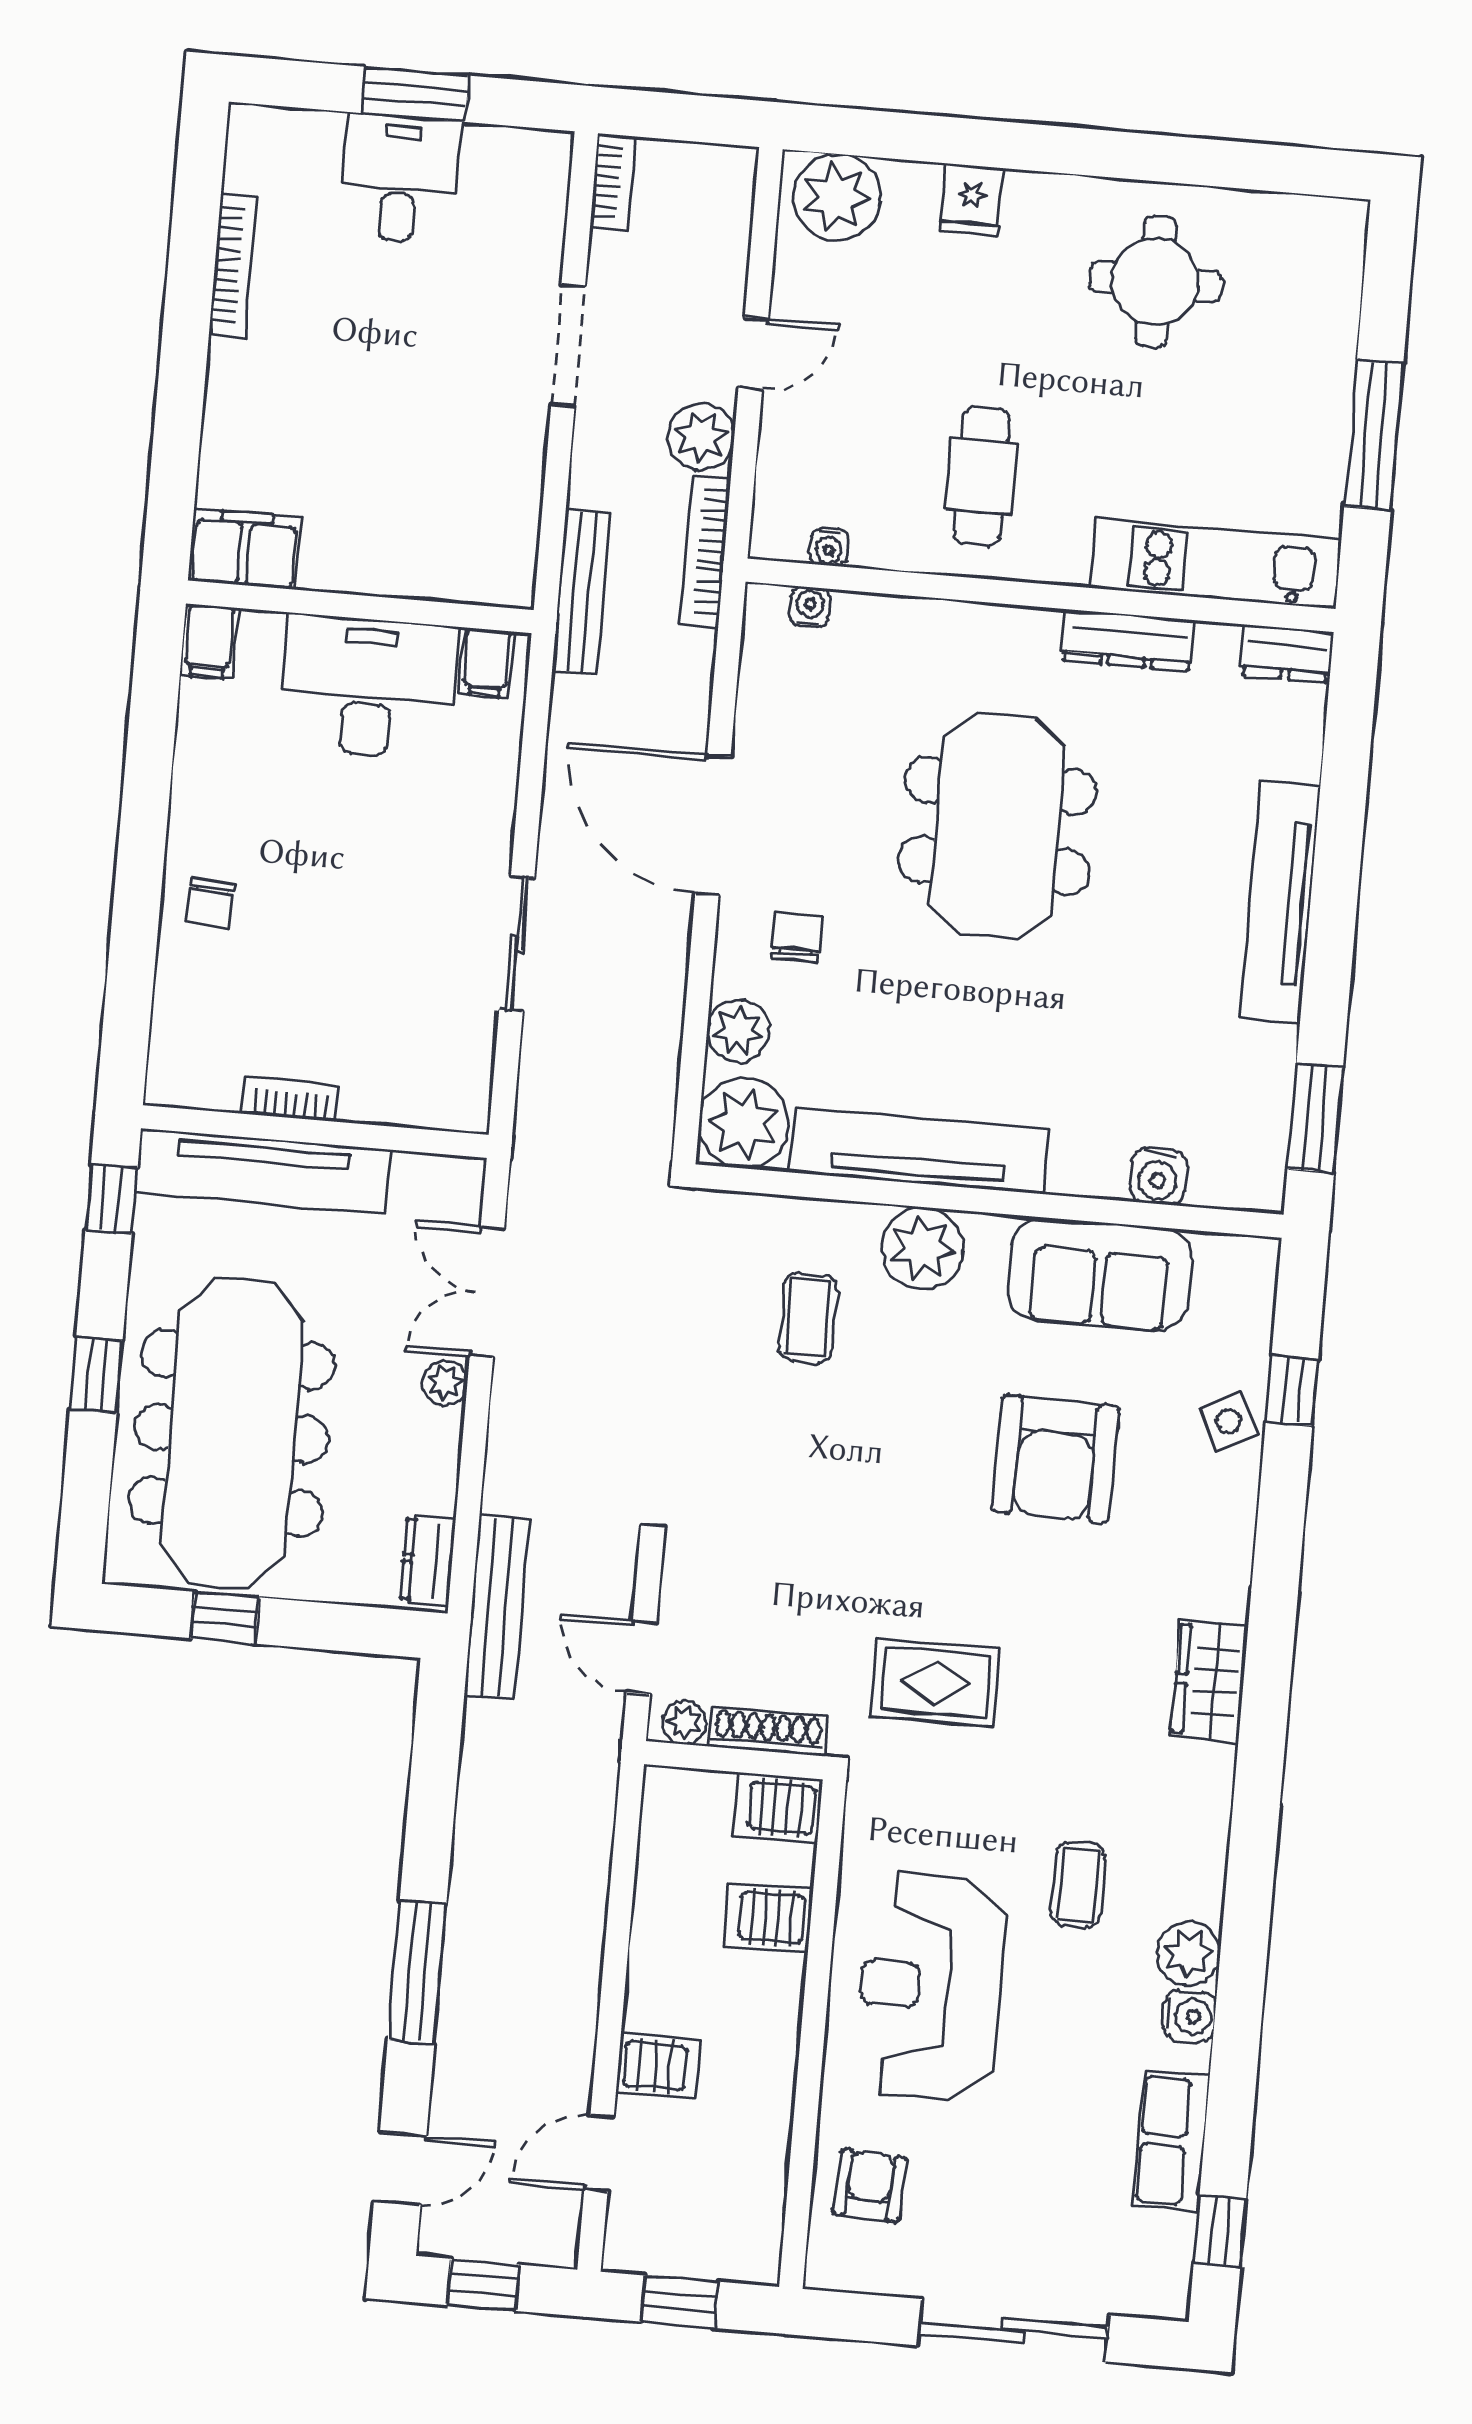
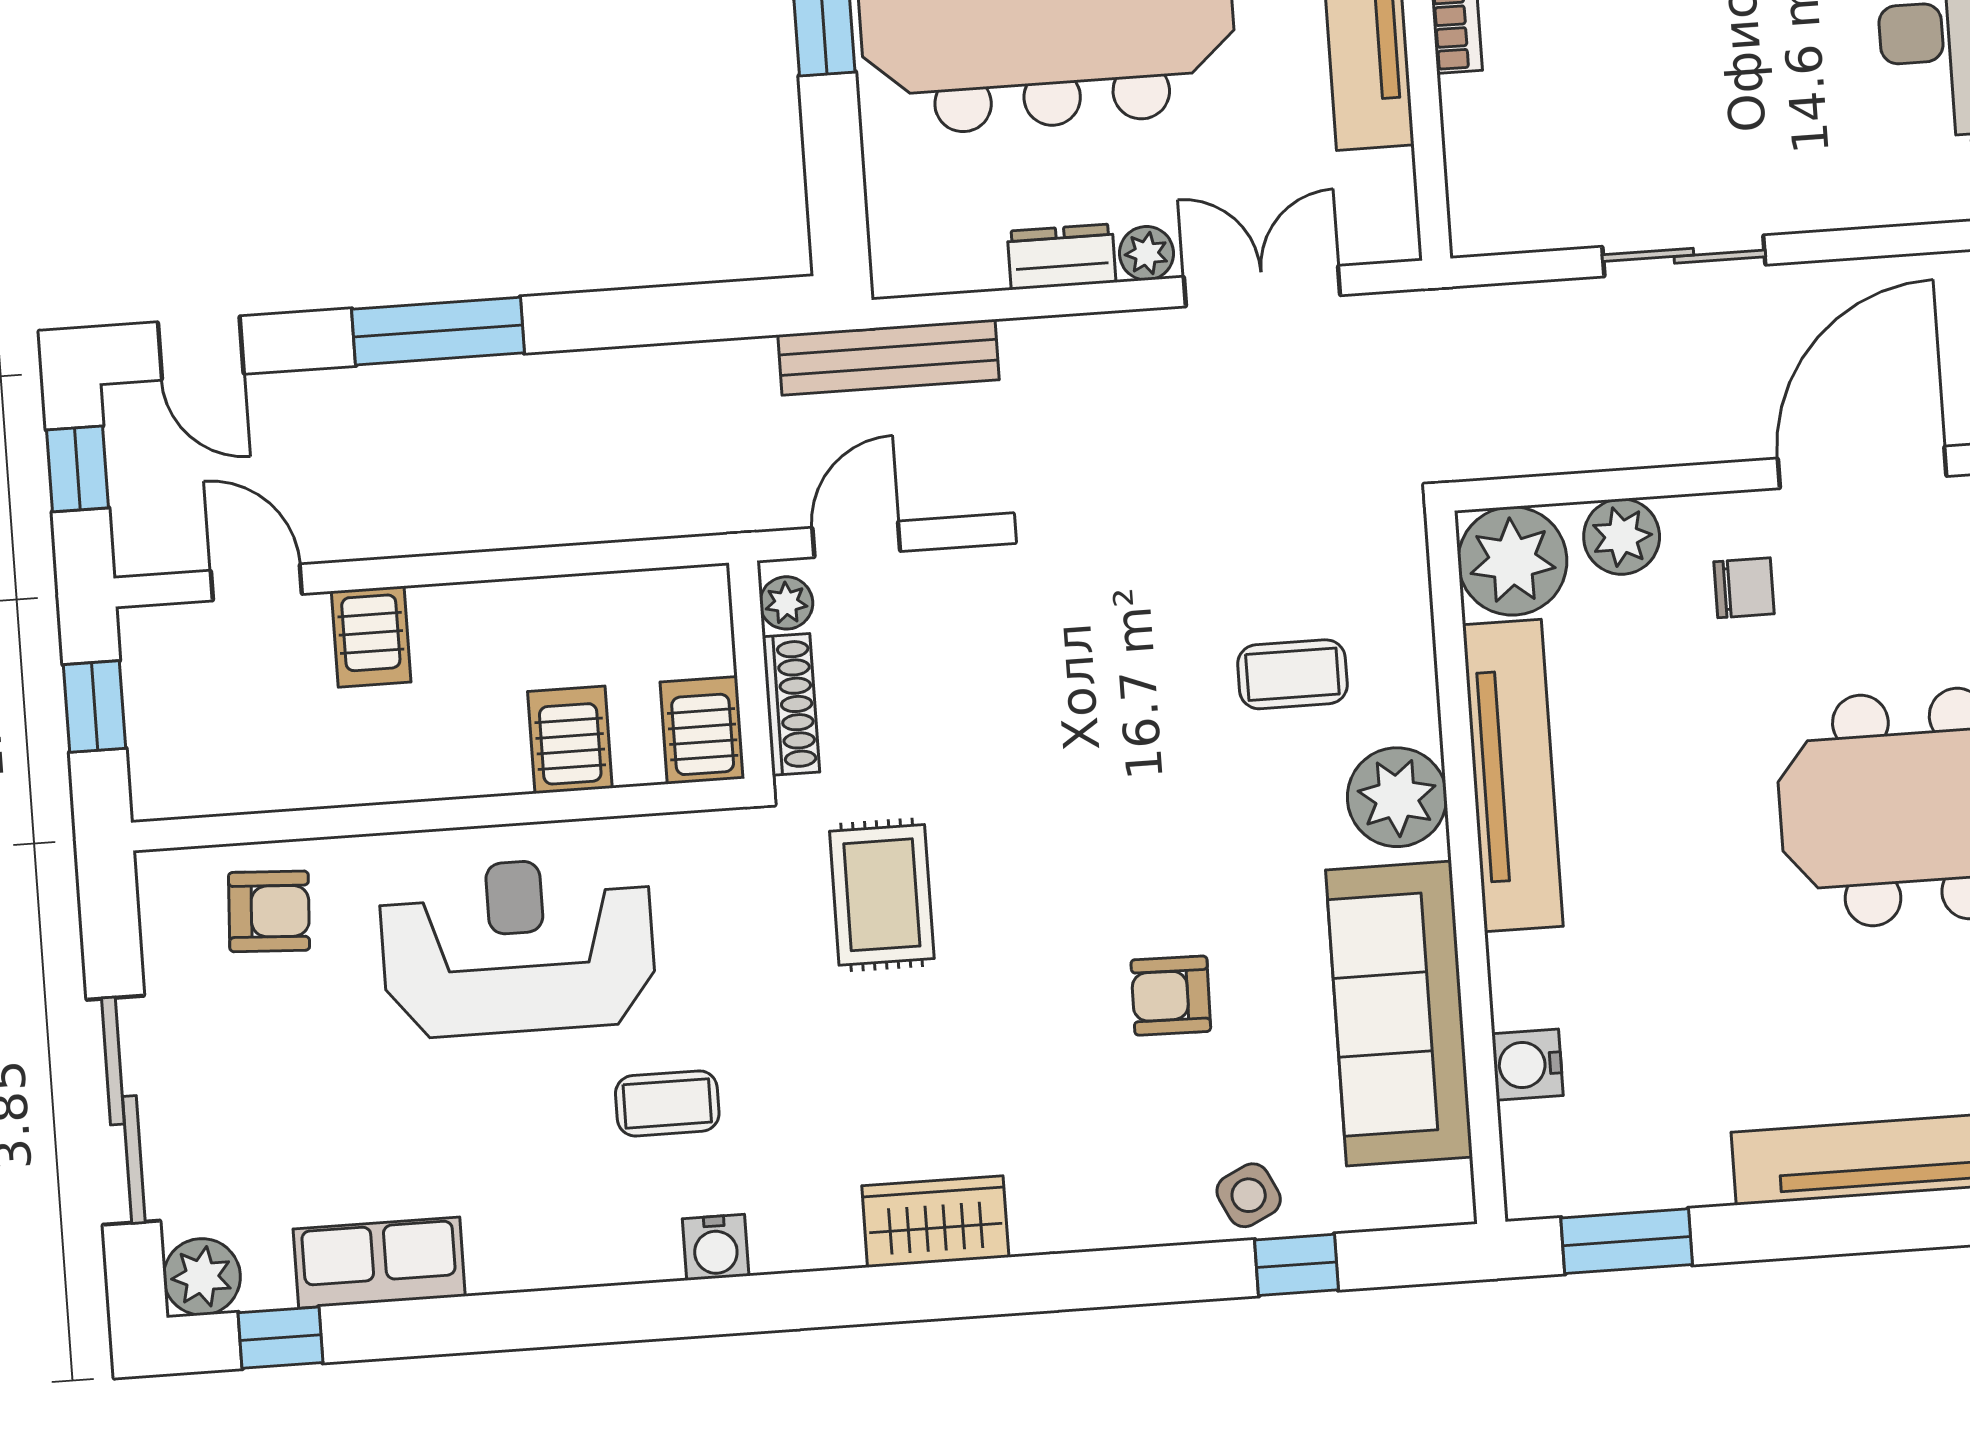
sofa: (1100, 1275) -> (1399, 1013), width x1.36
armchair: (1055, 1459) -> (1171, 996), width x0.53, depth x0.53
dresser: (428, 1560) -> (1062, 257), moved
plant: (1188, 1954) -> (202, 1277), moved
water cooler: (1189, 2016) -> (716, 1247), moved

